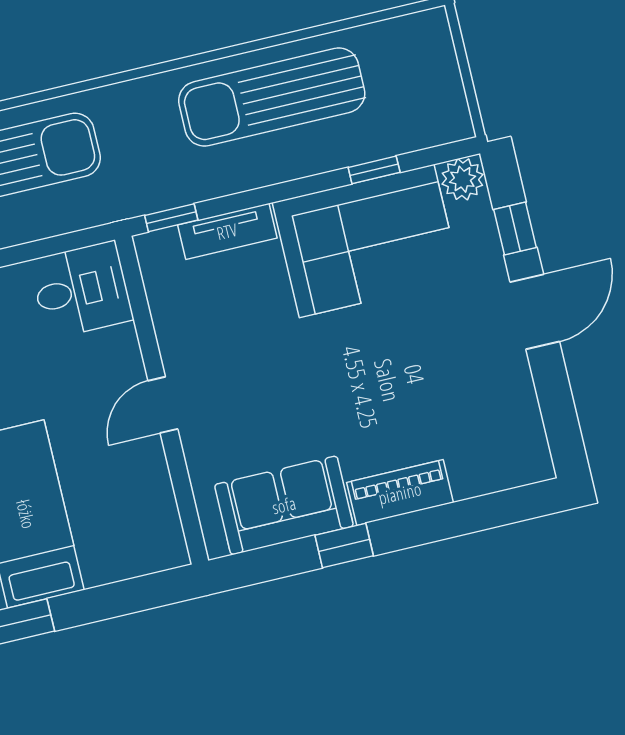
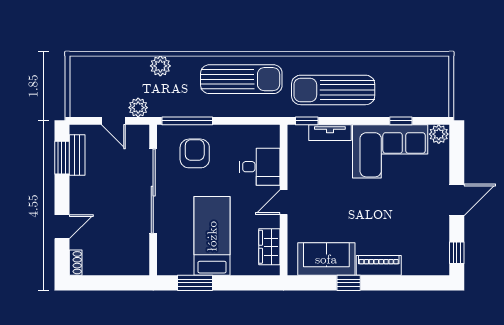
sun lounger: (272, 97) -> (333, 90), moved
window: (515, 228) -> (457, 253), moved
desk: (81, 290) -> (260, 167), moved
wardrobe: (155, 508) -> (269, 247), added

